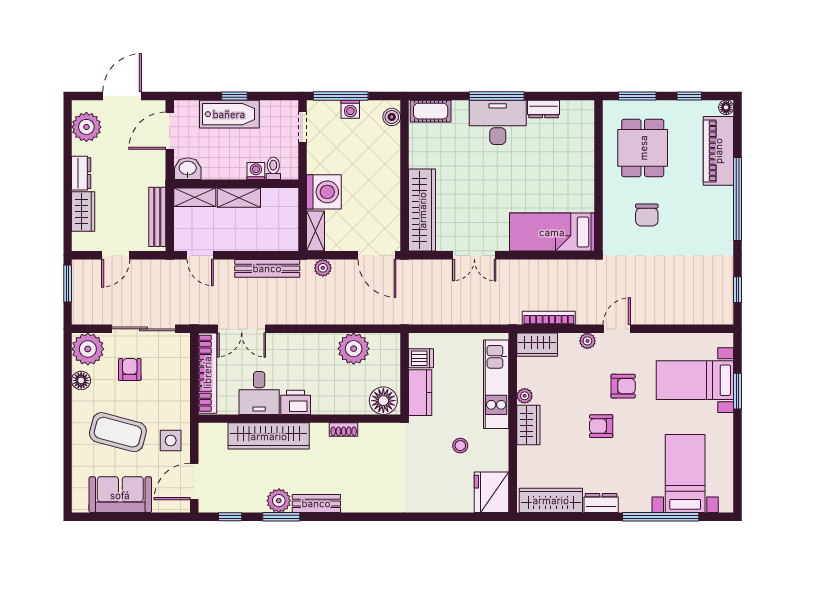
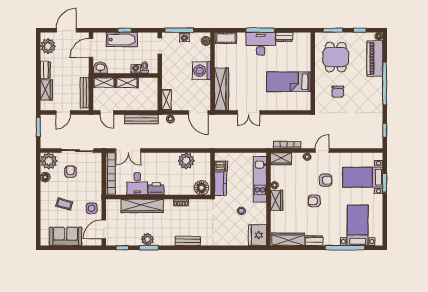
washing machine: (324, 192) -> (201, 71), moved, turned 180
bed: (552, 232) -> (289, 82), moved
coffee table: (118, 432) -> (64, 204), width x0.54, depth x0.58
bench: (316, 503) -> (188, 241), moved

